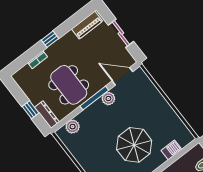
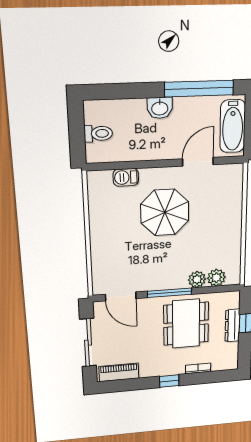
sliding door: (121, 33) -> (88, 343), width x1.37
plant: (108, 99) -> (197, 279), moved
dresser: (47, 115) -> (232, 325), moved

